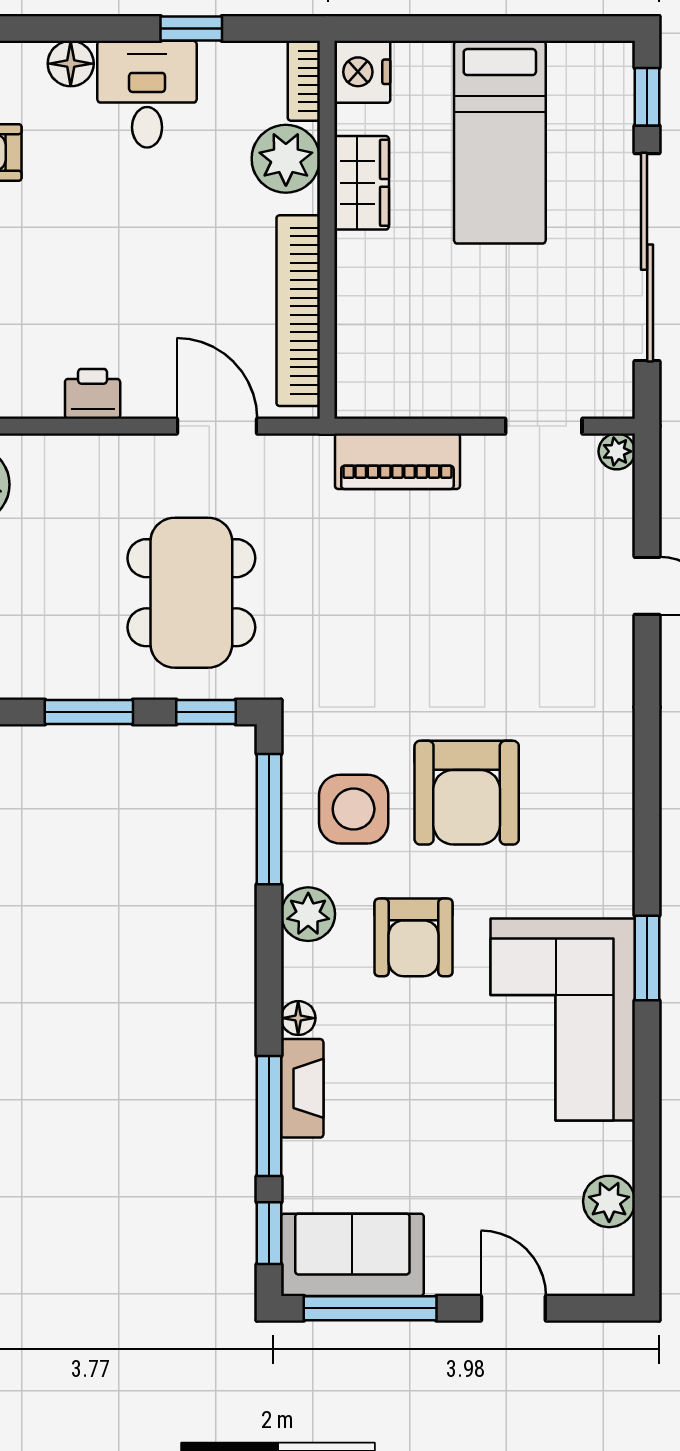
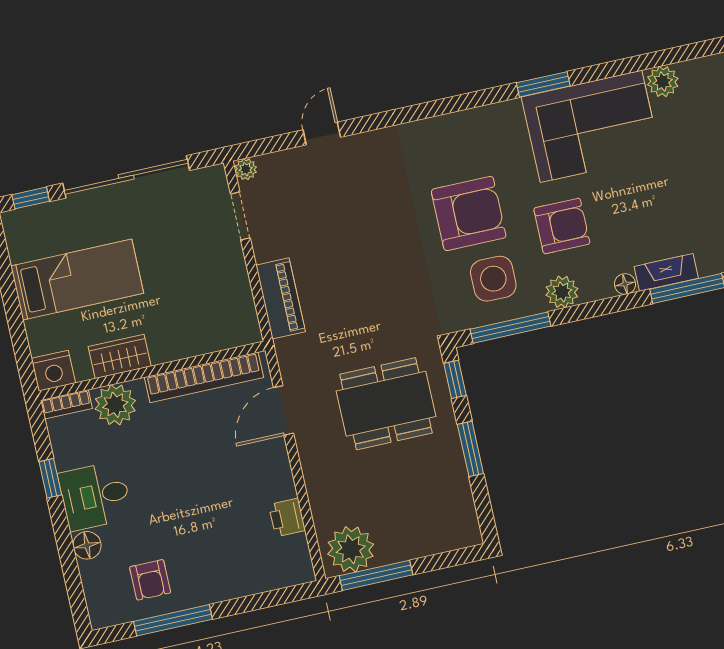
printer: (93, 394) -> (287, 517), moved
plant: (609, 1201) -> (663, 82), moved

